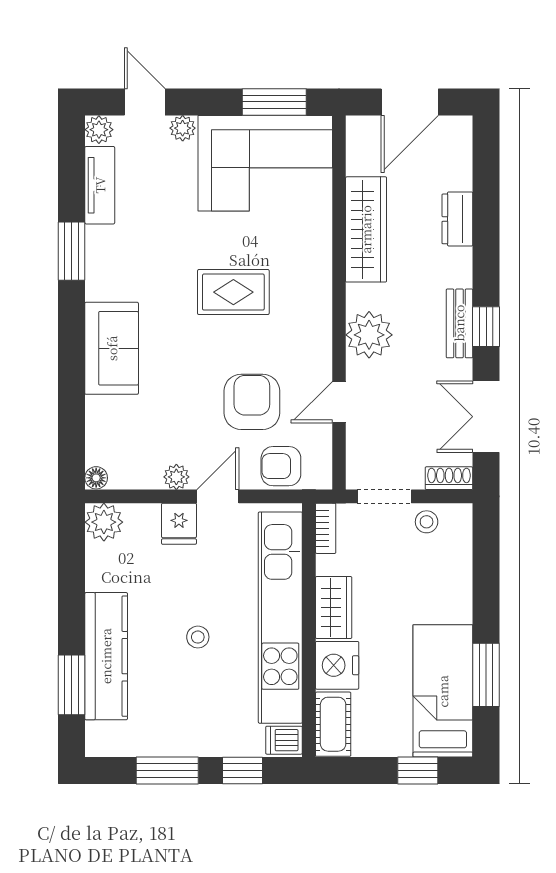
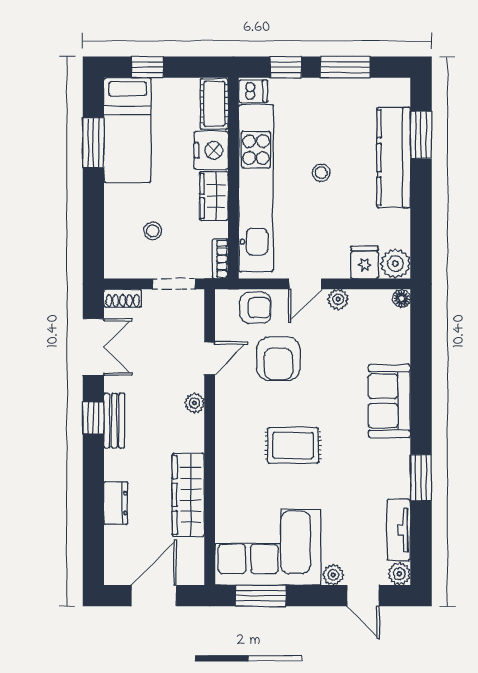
plant: (369, 335) -> (194, 403), width x0.53, depth x0.53
stool: (427, 522) -> (153, 231), moved
fridge: (179, 524) -> (365, 262), moved

